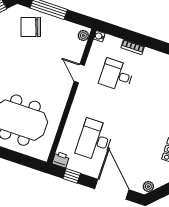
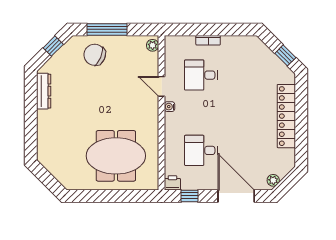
chair: (31, 27) -> (95, 55), turned 42
water cooler: (99, 36) -> (170, 107), moved
desk: (95, 140) -> (201, 150), width x0.73

